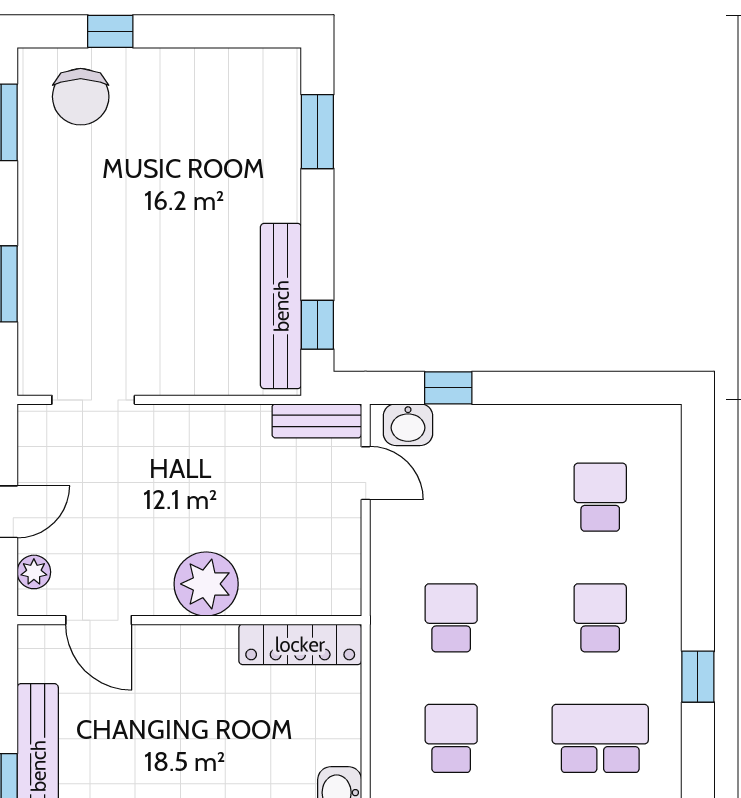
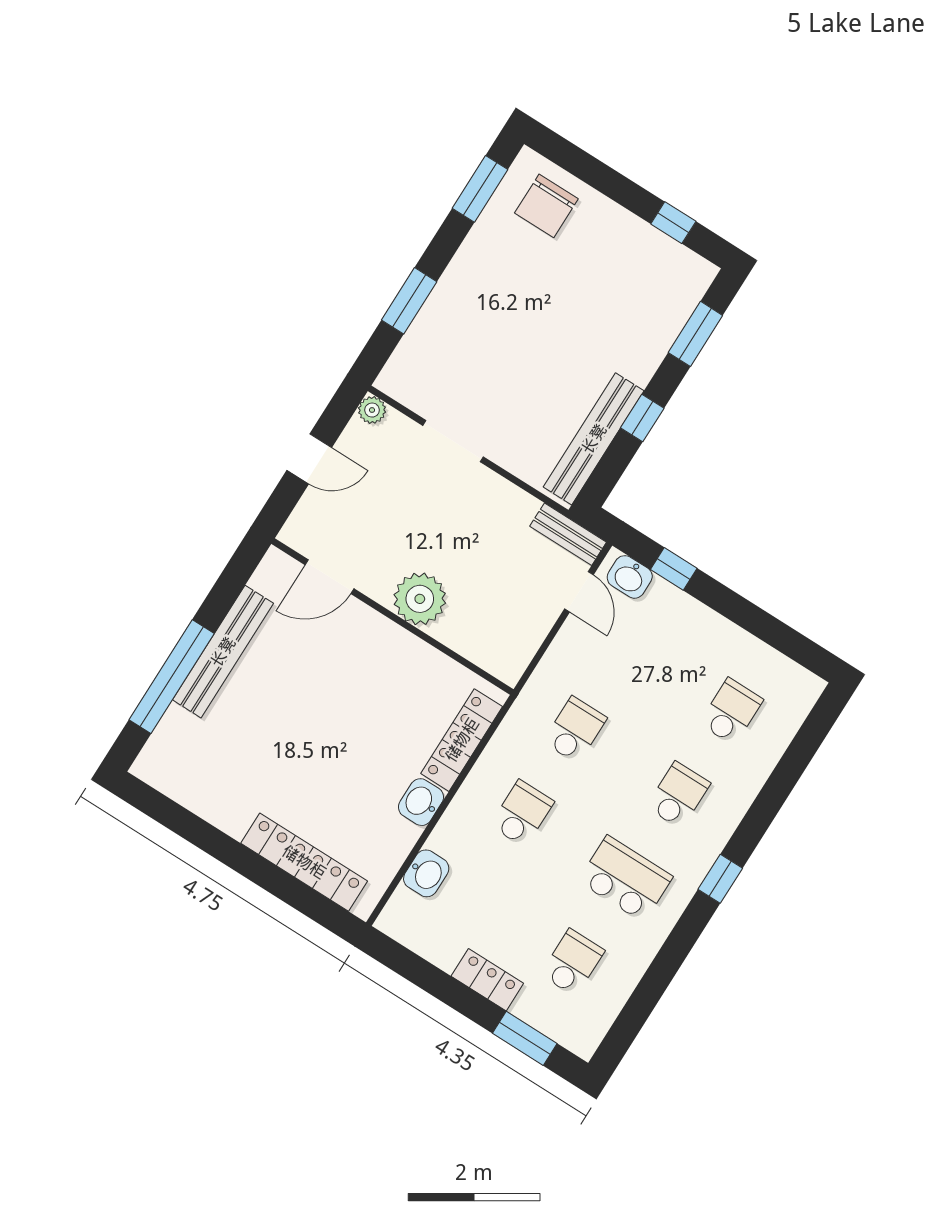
window: (110, 31) -> (673, 223), moved
window: (317, 325) -> (642, 418), moved
doorway: (93, 400) -> (453, 441), moved
plant: (34, 572) -> (372, 410), moved
door: (99, 620) -> (329, 577), hinge flipped
locker: (300, 644) -> (462, 740), moved, turned 90

